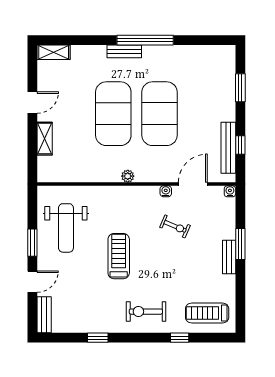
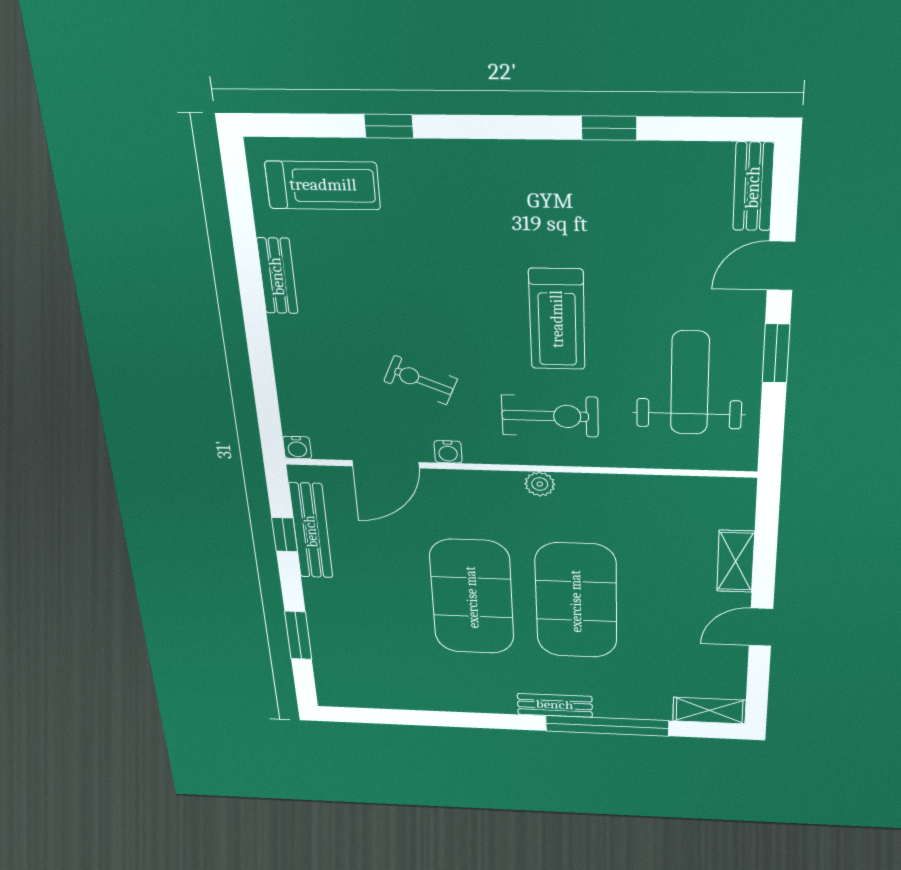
window: (145, 40) -> (607, 726), moved
window: (240, 244) -> (258, 340), removed
bench: (229, 257) -> (277, 276), moved
exercise bike: (146, 312) -> (550, 416), moved

